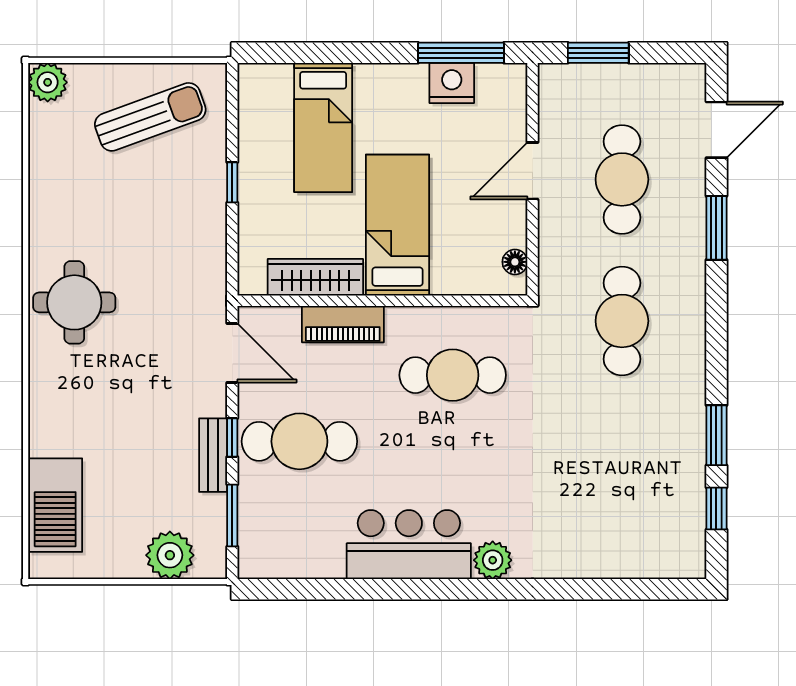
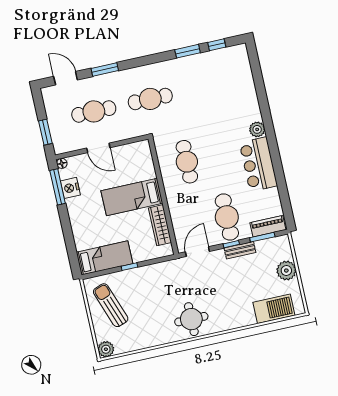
bed: (323, 127) -> (105, 258), moved
floor lamp: (515, 262) -> (62, 163), moved
piano: (343, 324) -> (268, 226), moved, turned -90
plant: (170, 555) -> (286, 271), moved

